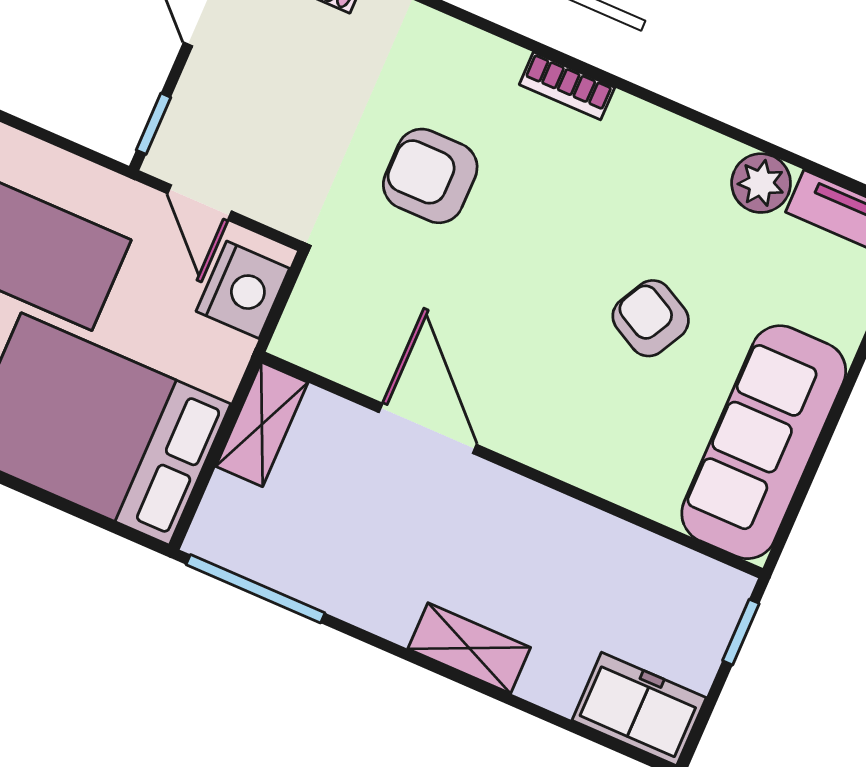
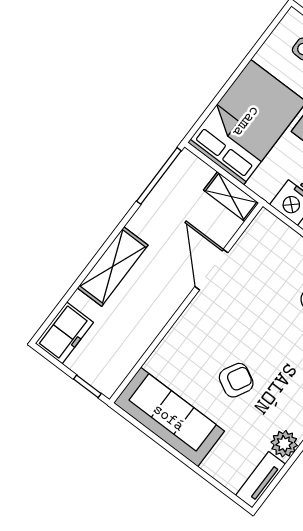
door: (428, 428) -> (211, 270), swing flipped
shelving: (469, 648) -> (113, 267), width x1.50, depth x1.33

